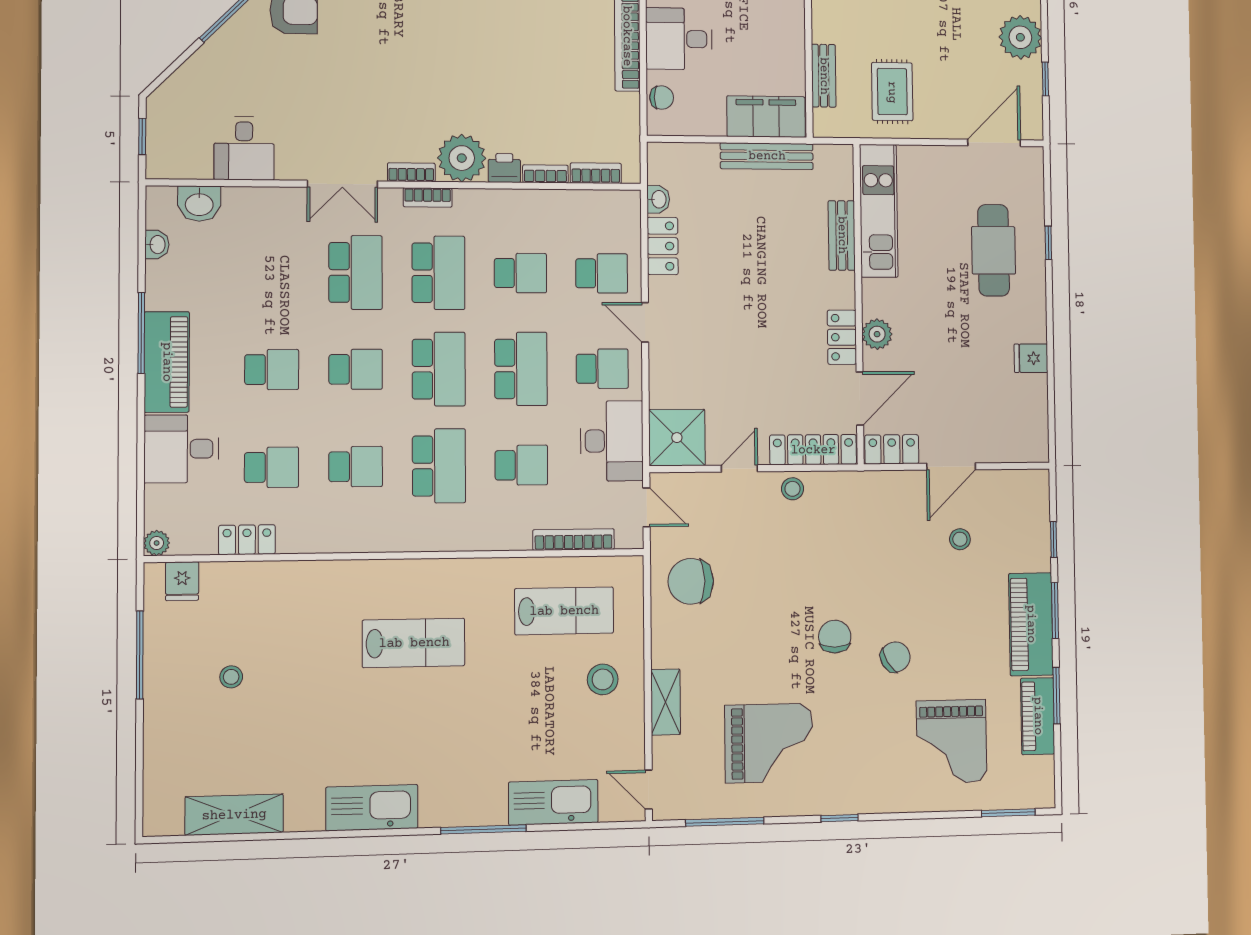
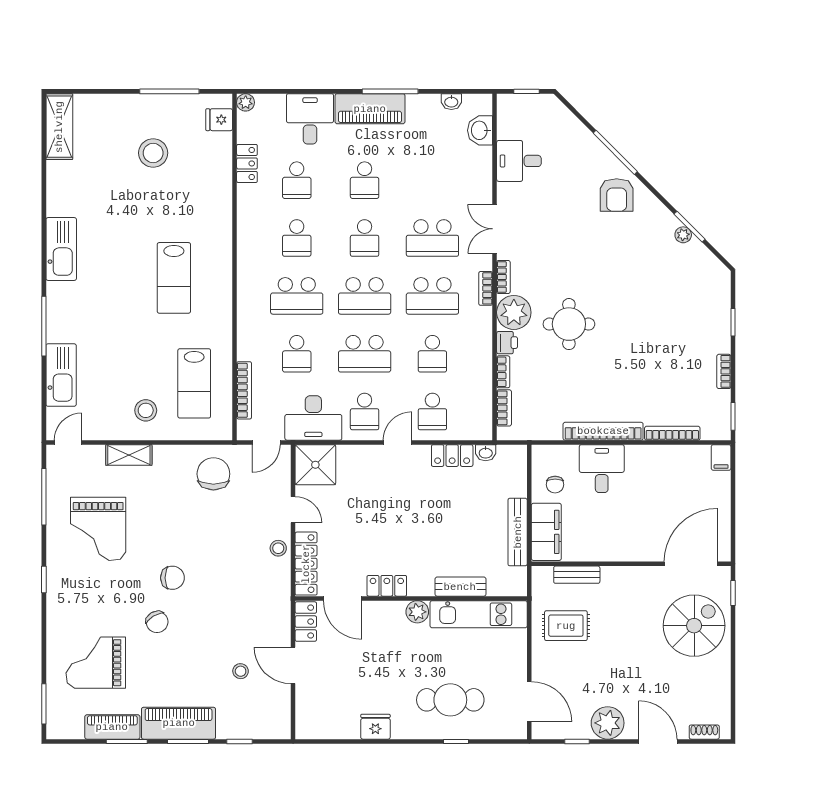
round table: (478, 81) -> (569, 324), added
chair: (662, 98) -> (555, 485), moved
plant: (877, 334) -> (417, 612), moved
fridge: (1031, 358) -> (375, 727), width x1.38
stool: (231, 677) -> (153, 153), width x1.89, depth x1.89
shelving: (234, 815) -> (59, 127), moved

